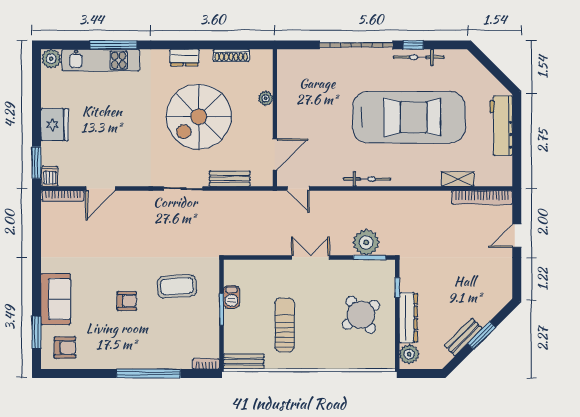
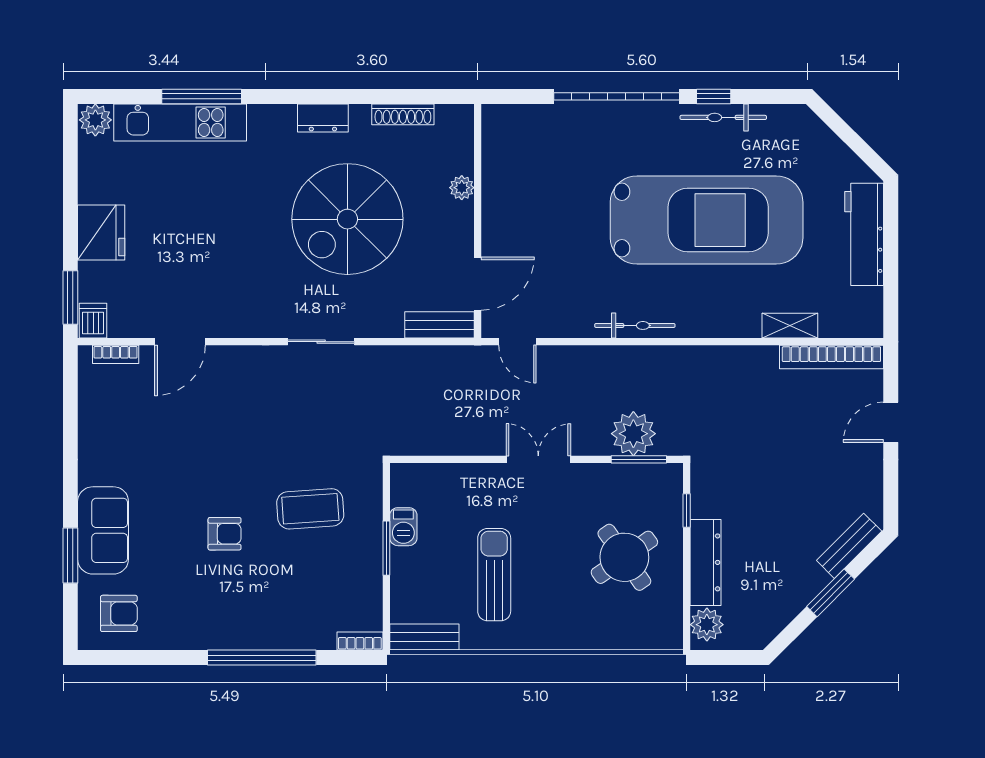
bench: (230, 179) -> (439, 325), moved
bookcase: (63, 196) -> (116, 354), width x0.64
window: (36, 332) -> (70, 555), moved
bench: (463, 337) -> (849, 546), moved

